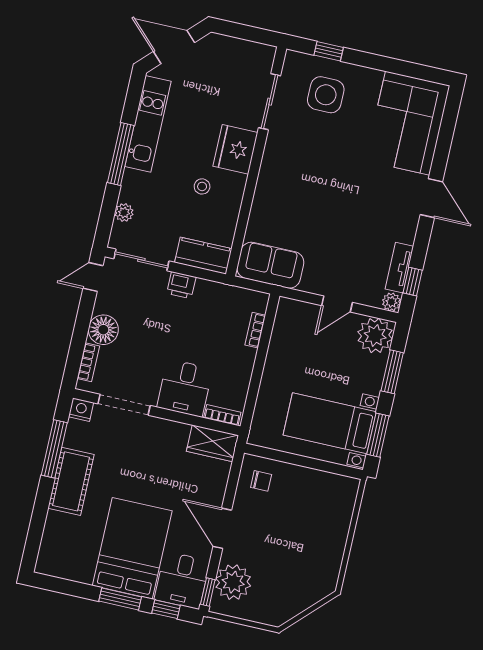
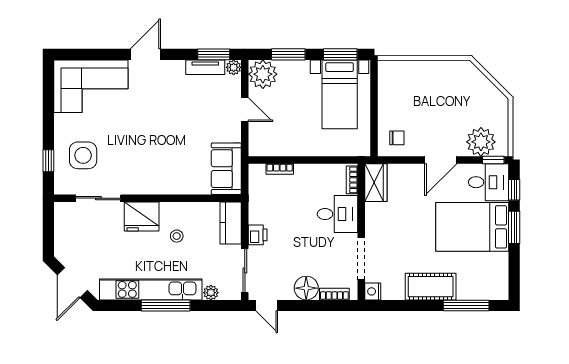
kitchen unit: (148, 124) -> (151, 289), width x1.36
window: (413, 281) -> (214, 54), width x1.50
window: (54, 449) -> (466, 305), moved
chair: (261, 481) -> (397, 138), turned 90

